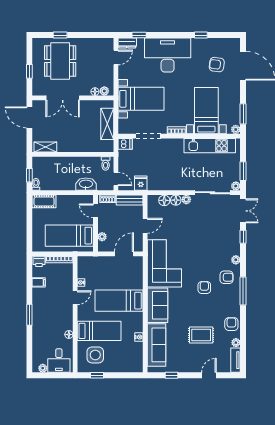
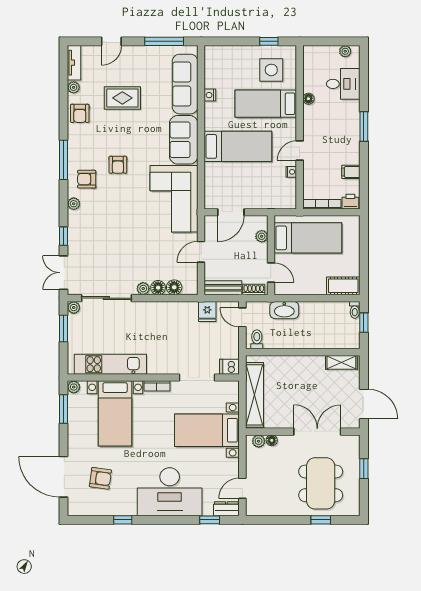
shelving: (107, 124) -> (254, 395), width x1.47
desk: (59, 361) -> (343, 84), moved, turned 90
window: (171, 375) -> (164, 41), width x2.17

